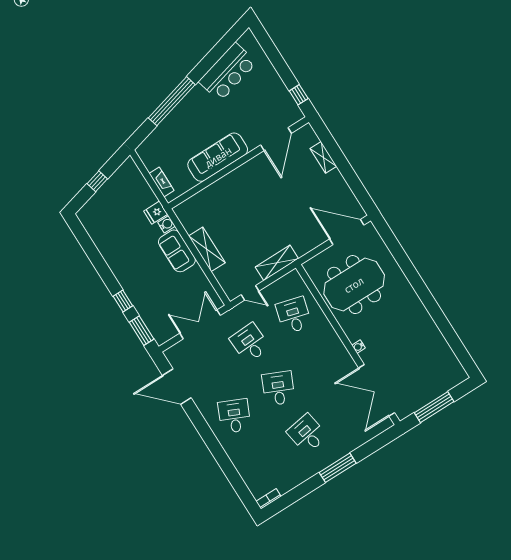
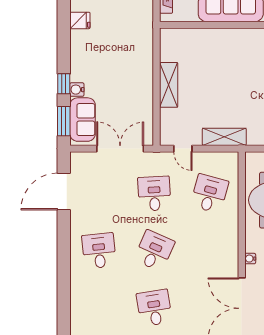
fridge: (156, 213) -> (80, 20), moved, turned 180
water cooler: (166, 224) -> (77, 90), moved, turned 180
sofa: (177, 251) -> (83, 120), moved, turned 180
door: (177, 387) -> (64, 192), hinge flipped
desk: (234, 416) -> (99, 251), turned -30

